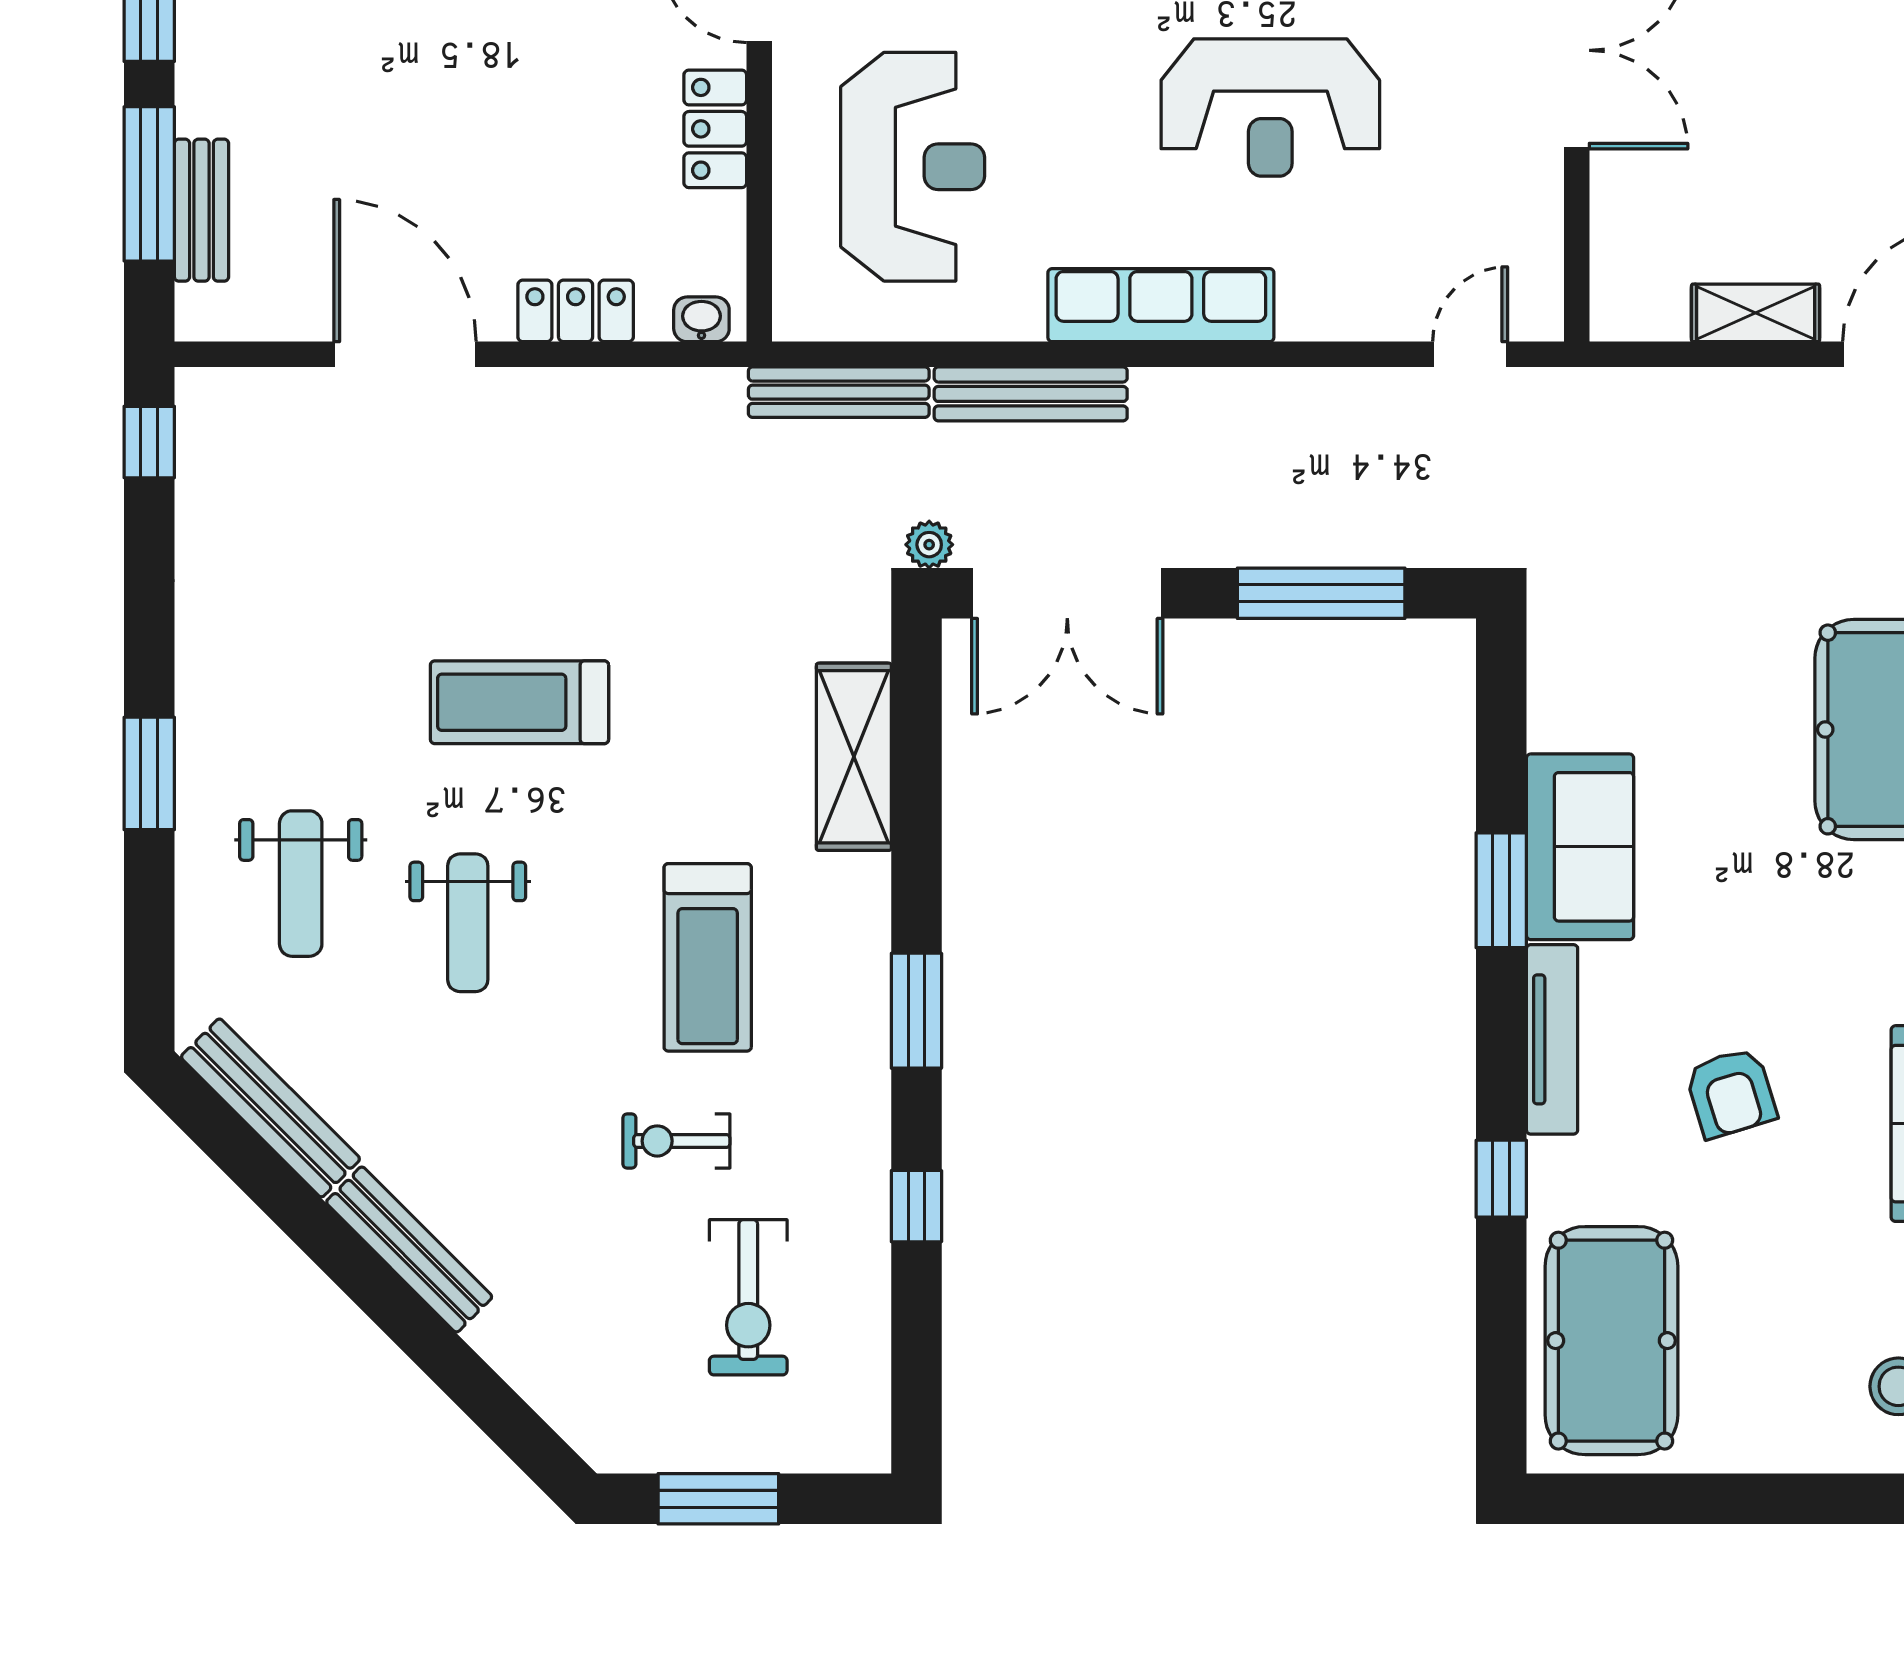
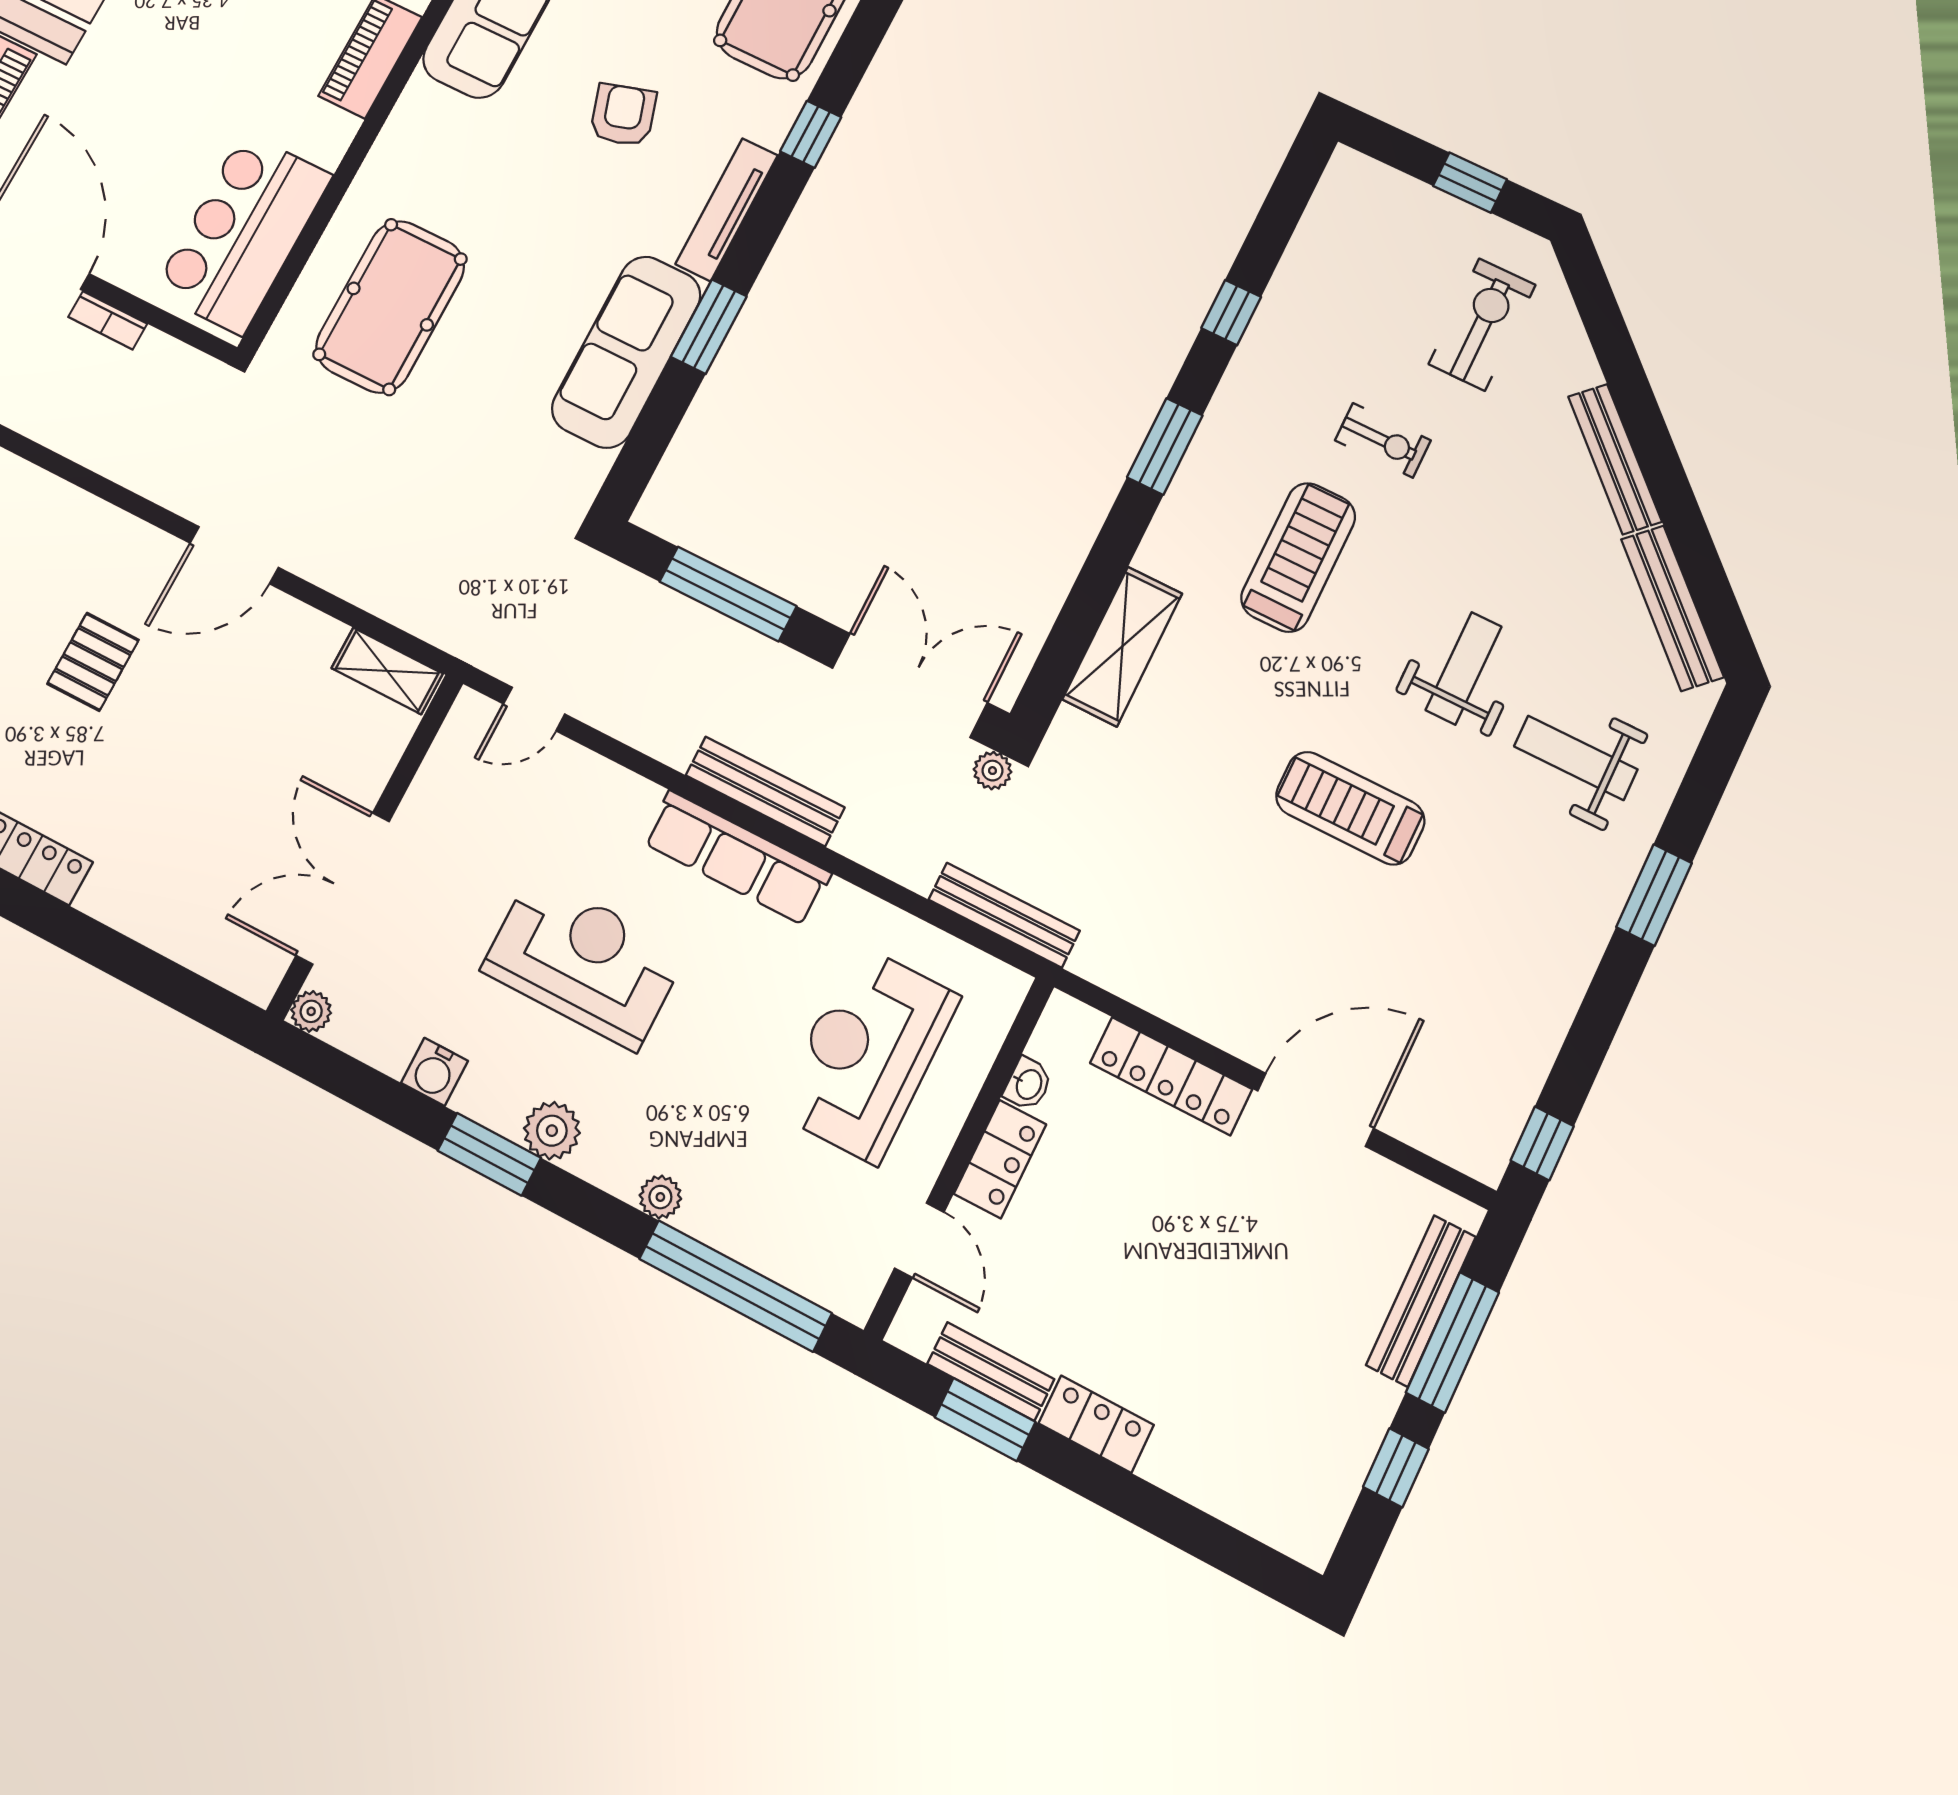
bench: (201, 210) -> (1421, 1301), width x1.36
locker: (576, 311) -> (1171, 1076), width x1.53
shelving: (1756, 313) -> (387, 671), moved
washbasin: (701, 319) -> (1028, 1084), moved, turned -90
door: (405, 354) -> (1315, 1110), swing flipped
bench: (1031, 394) -> (765, 791), moved
treadmill: (519, 702) -> (1350, 808), turned 180
sofa: (1580, 847) -> (626, 352), width x1.36
weight bench: (301, 884) -> (1576, 758), turned -90
exercise bike: (748, 1297) -> (1482, 324), moved
window: (718, 1499) -> (1470, 183), width x0.67

